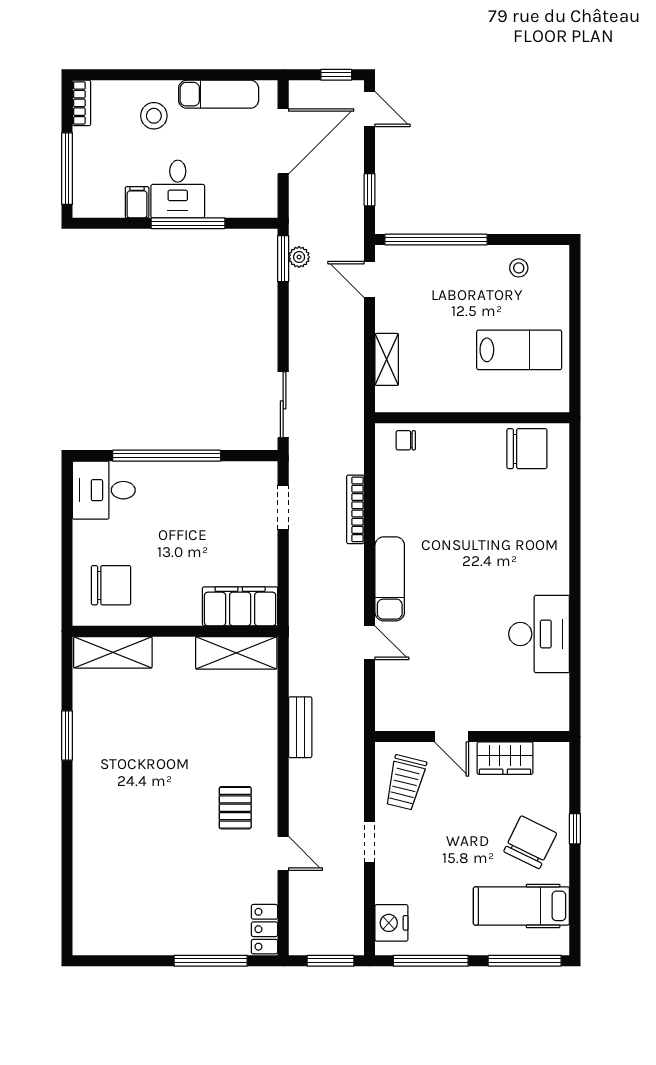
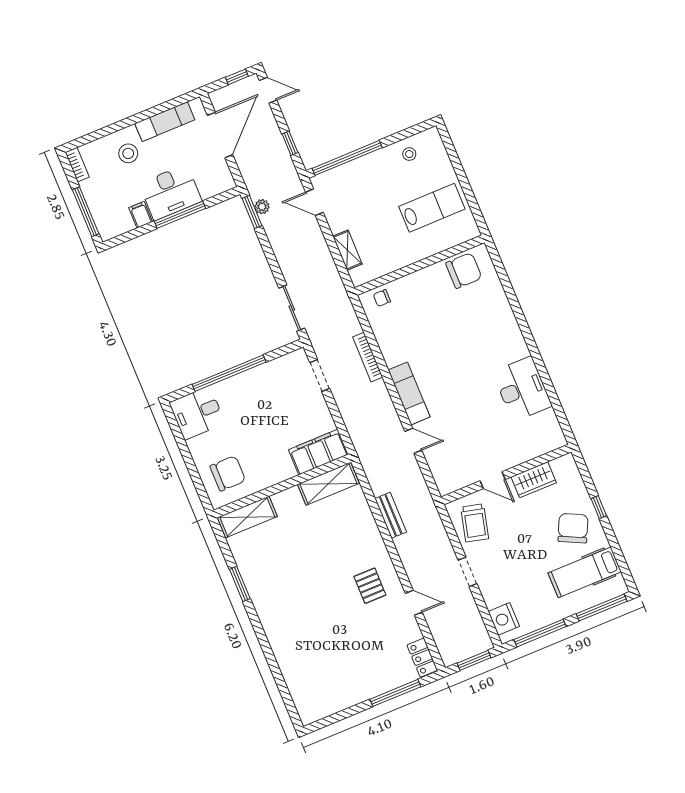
desk: (178, 189) -> (170, 192), width x1.37

